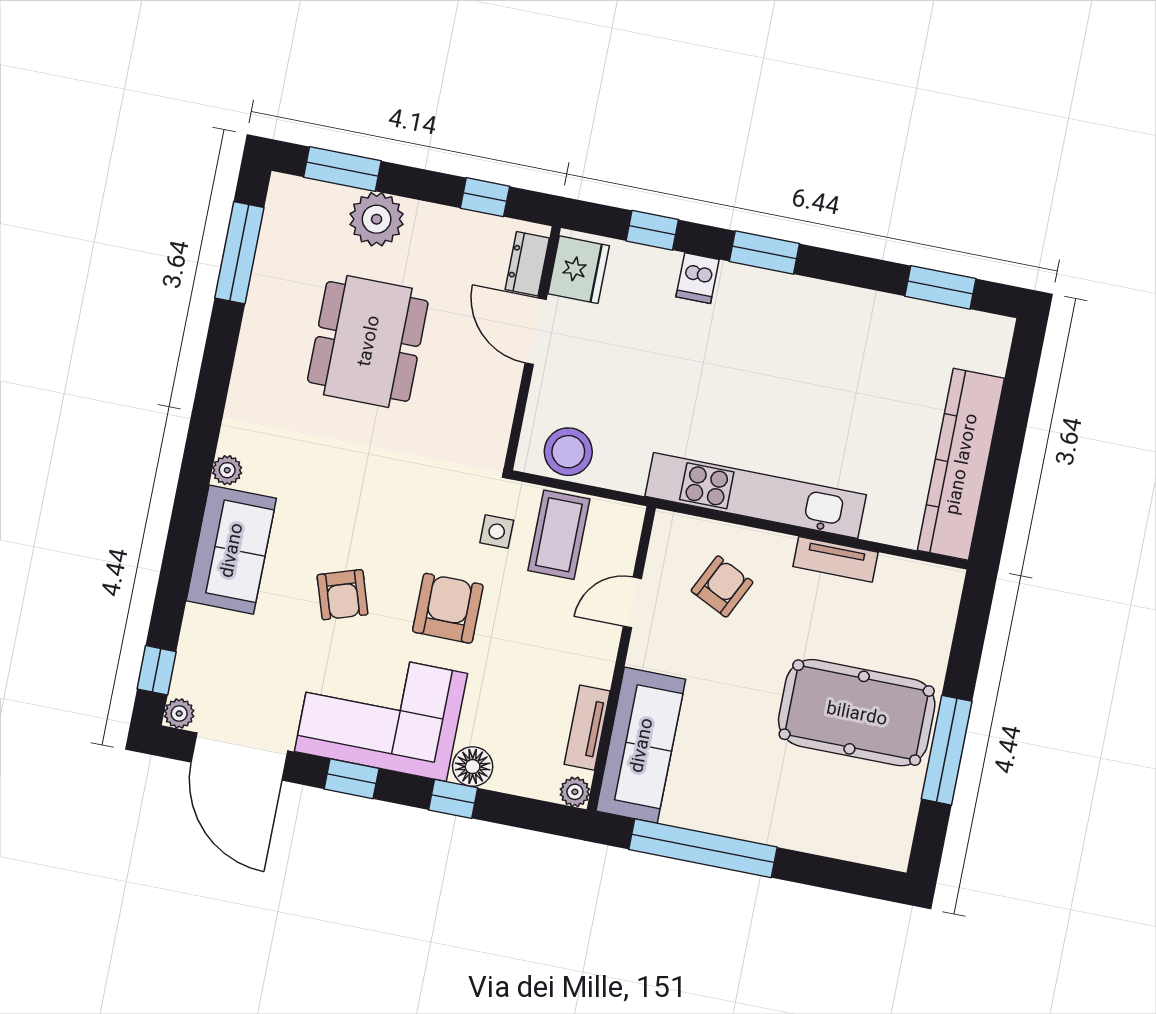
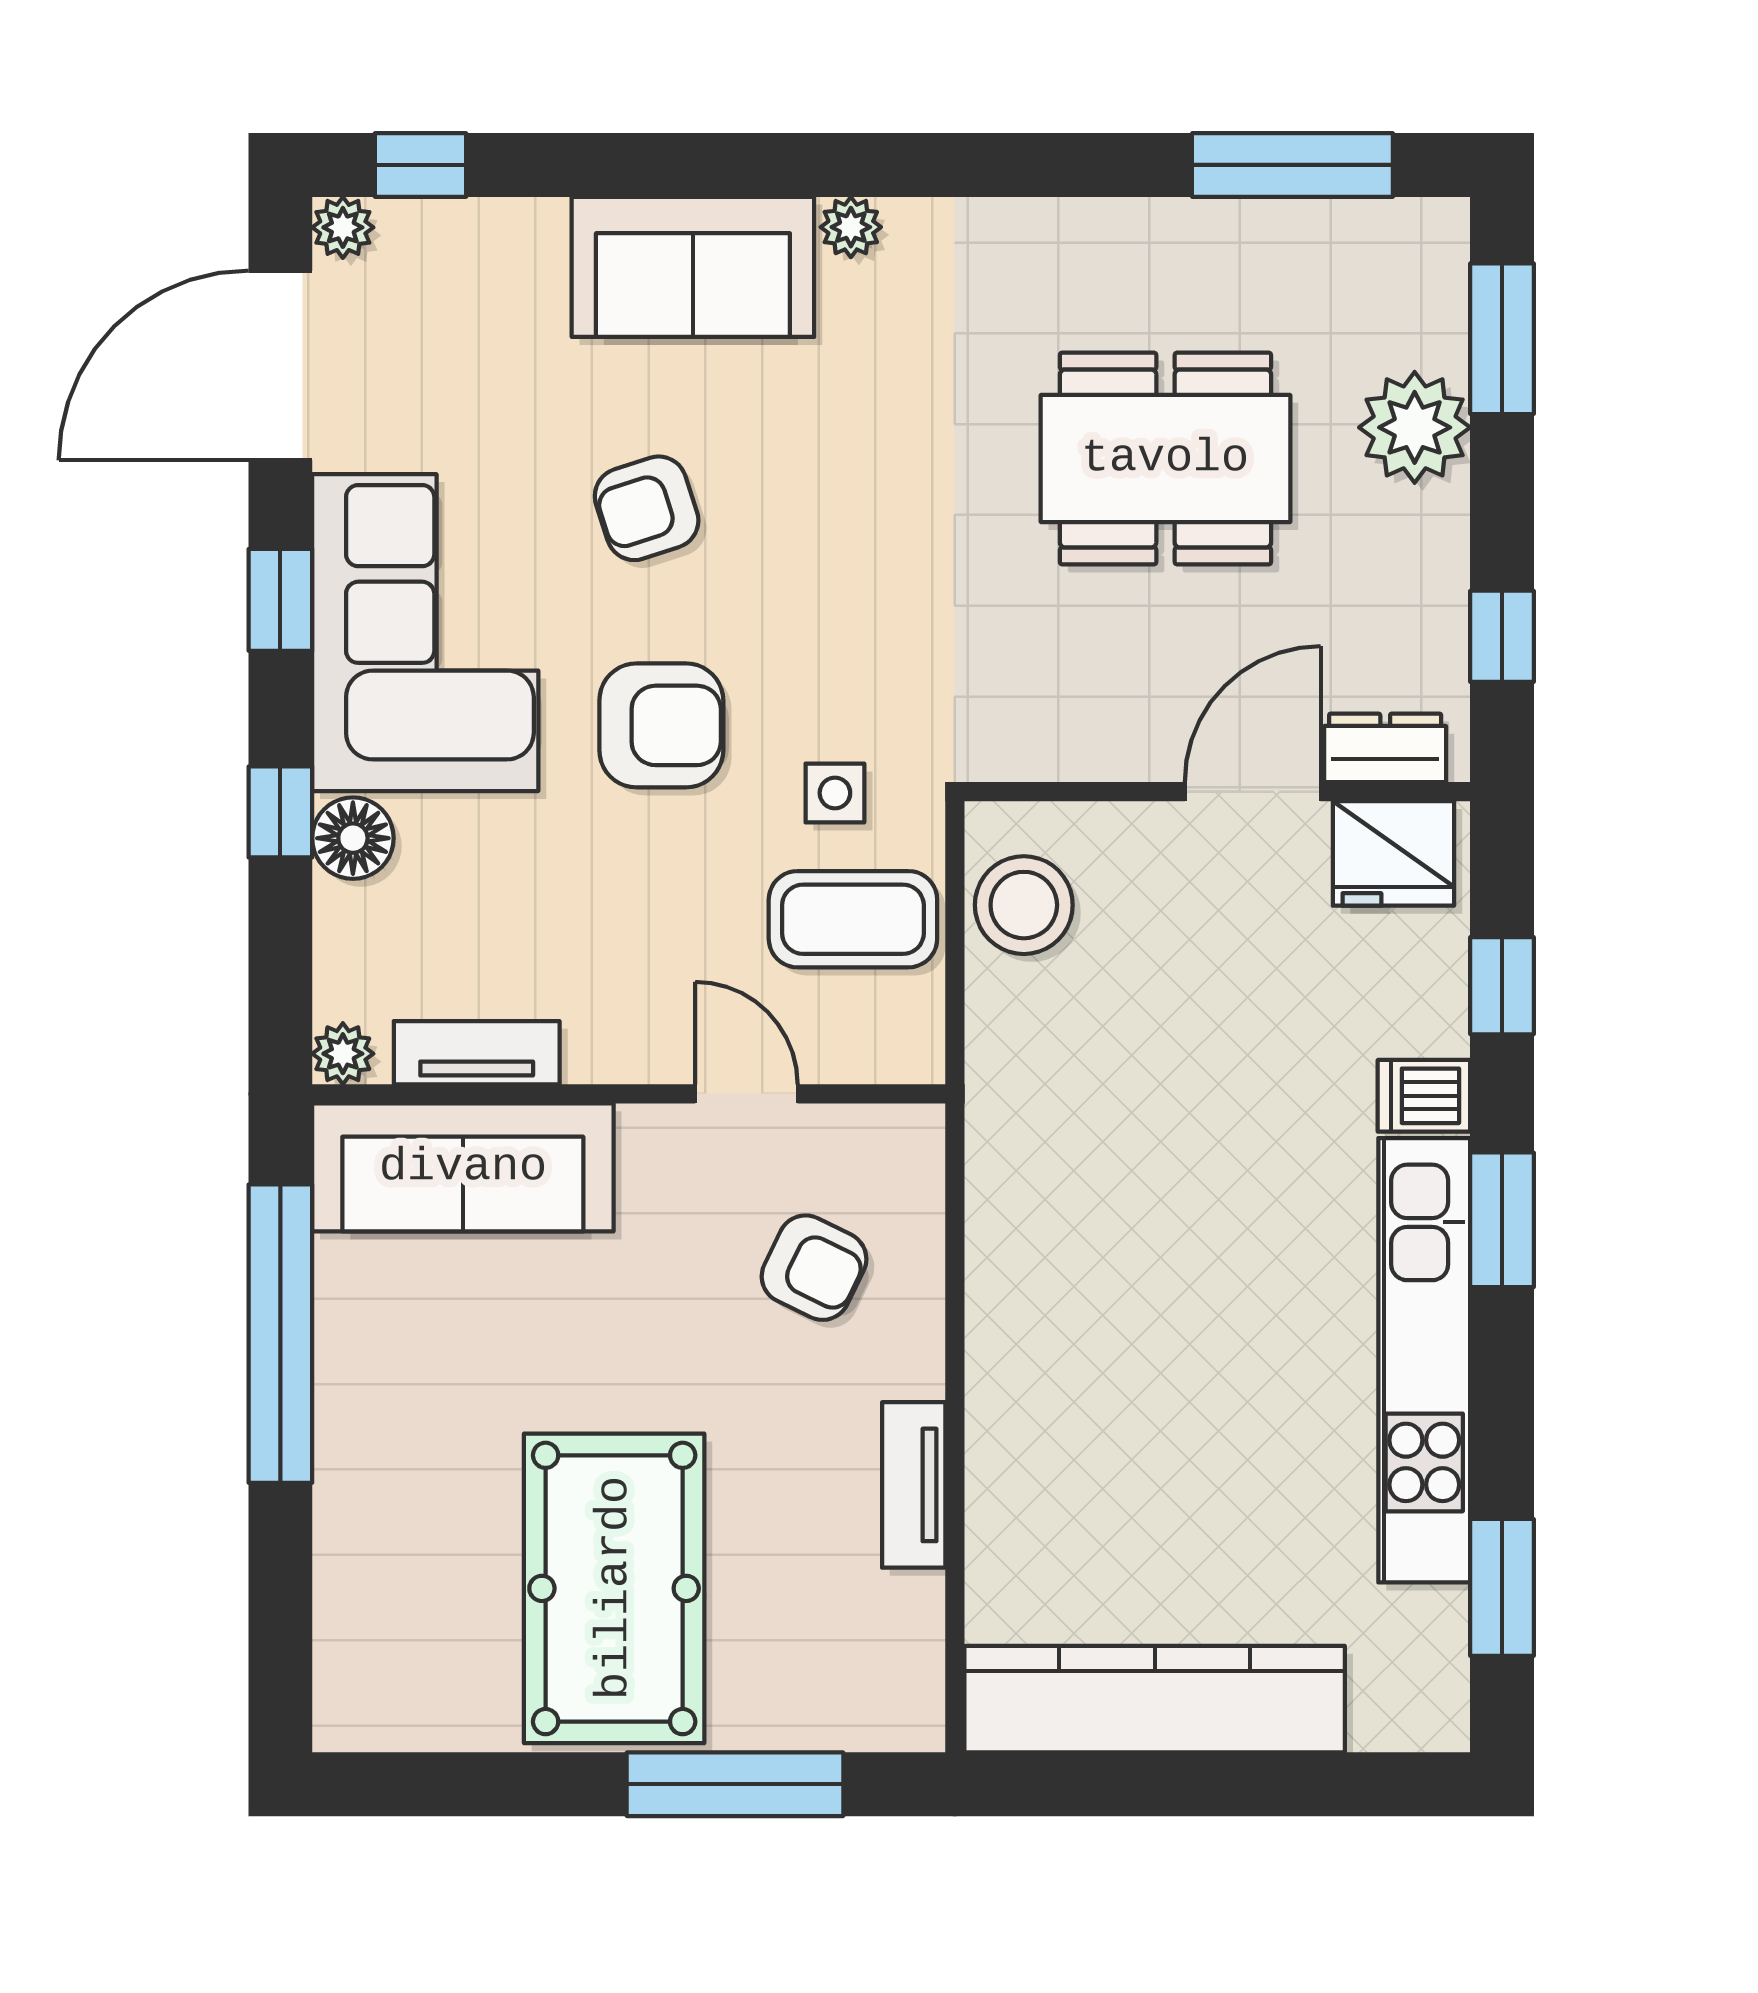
kitchen unit: (756, 495) -> (1424, 1360), moved, turned 180
window: (947, 750) -> (735, 1784), moved

